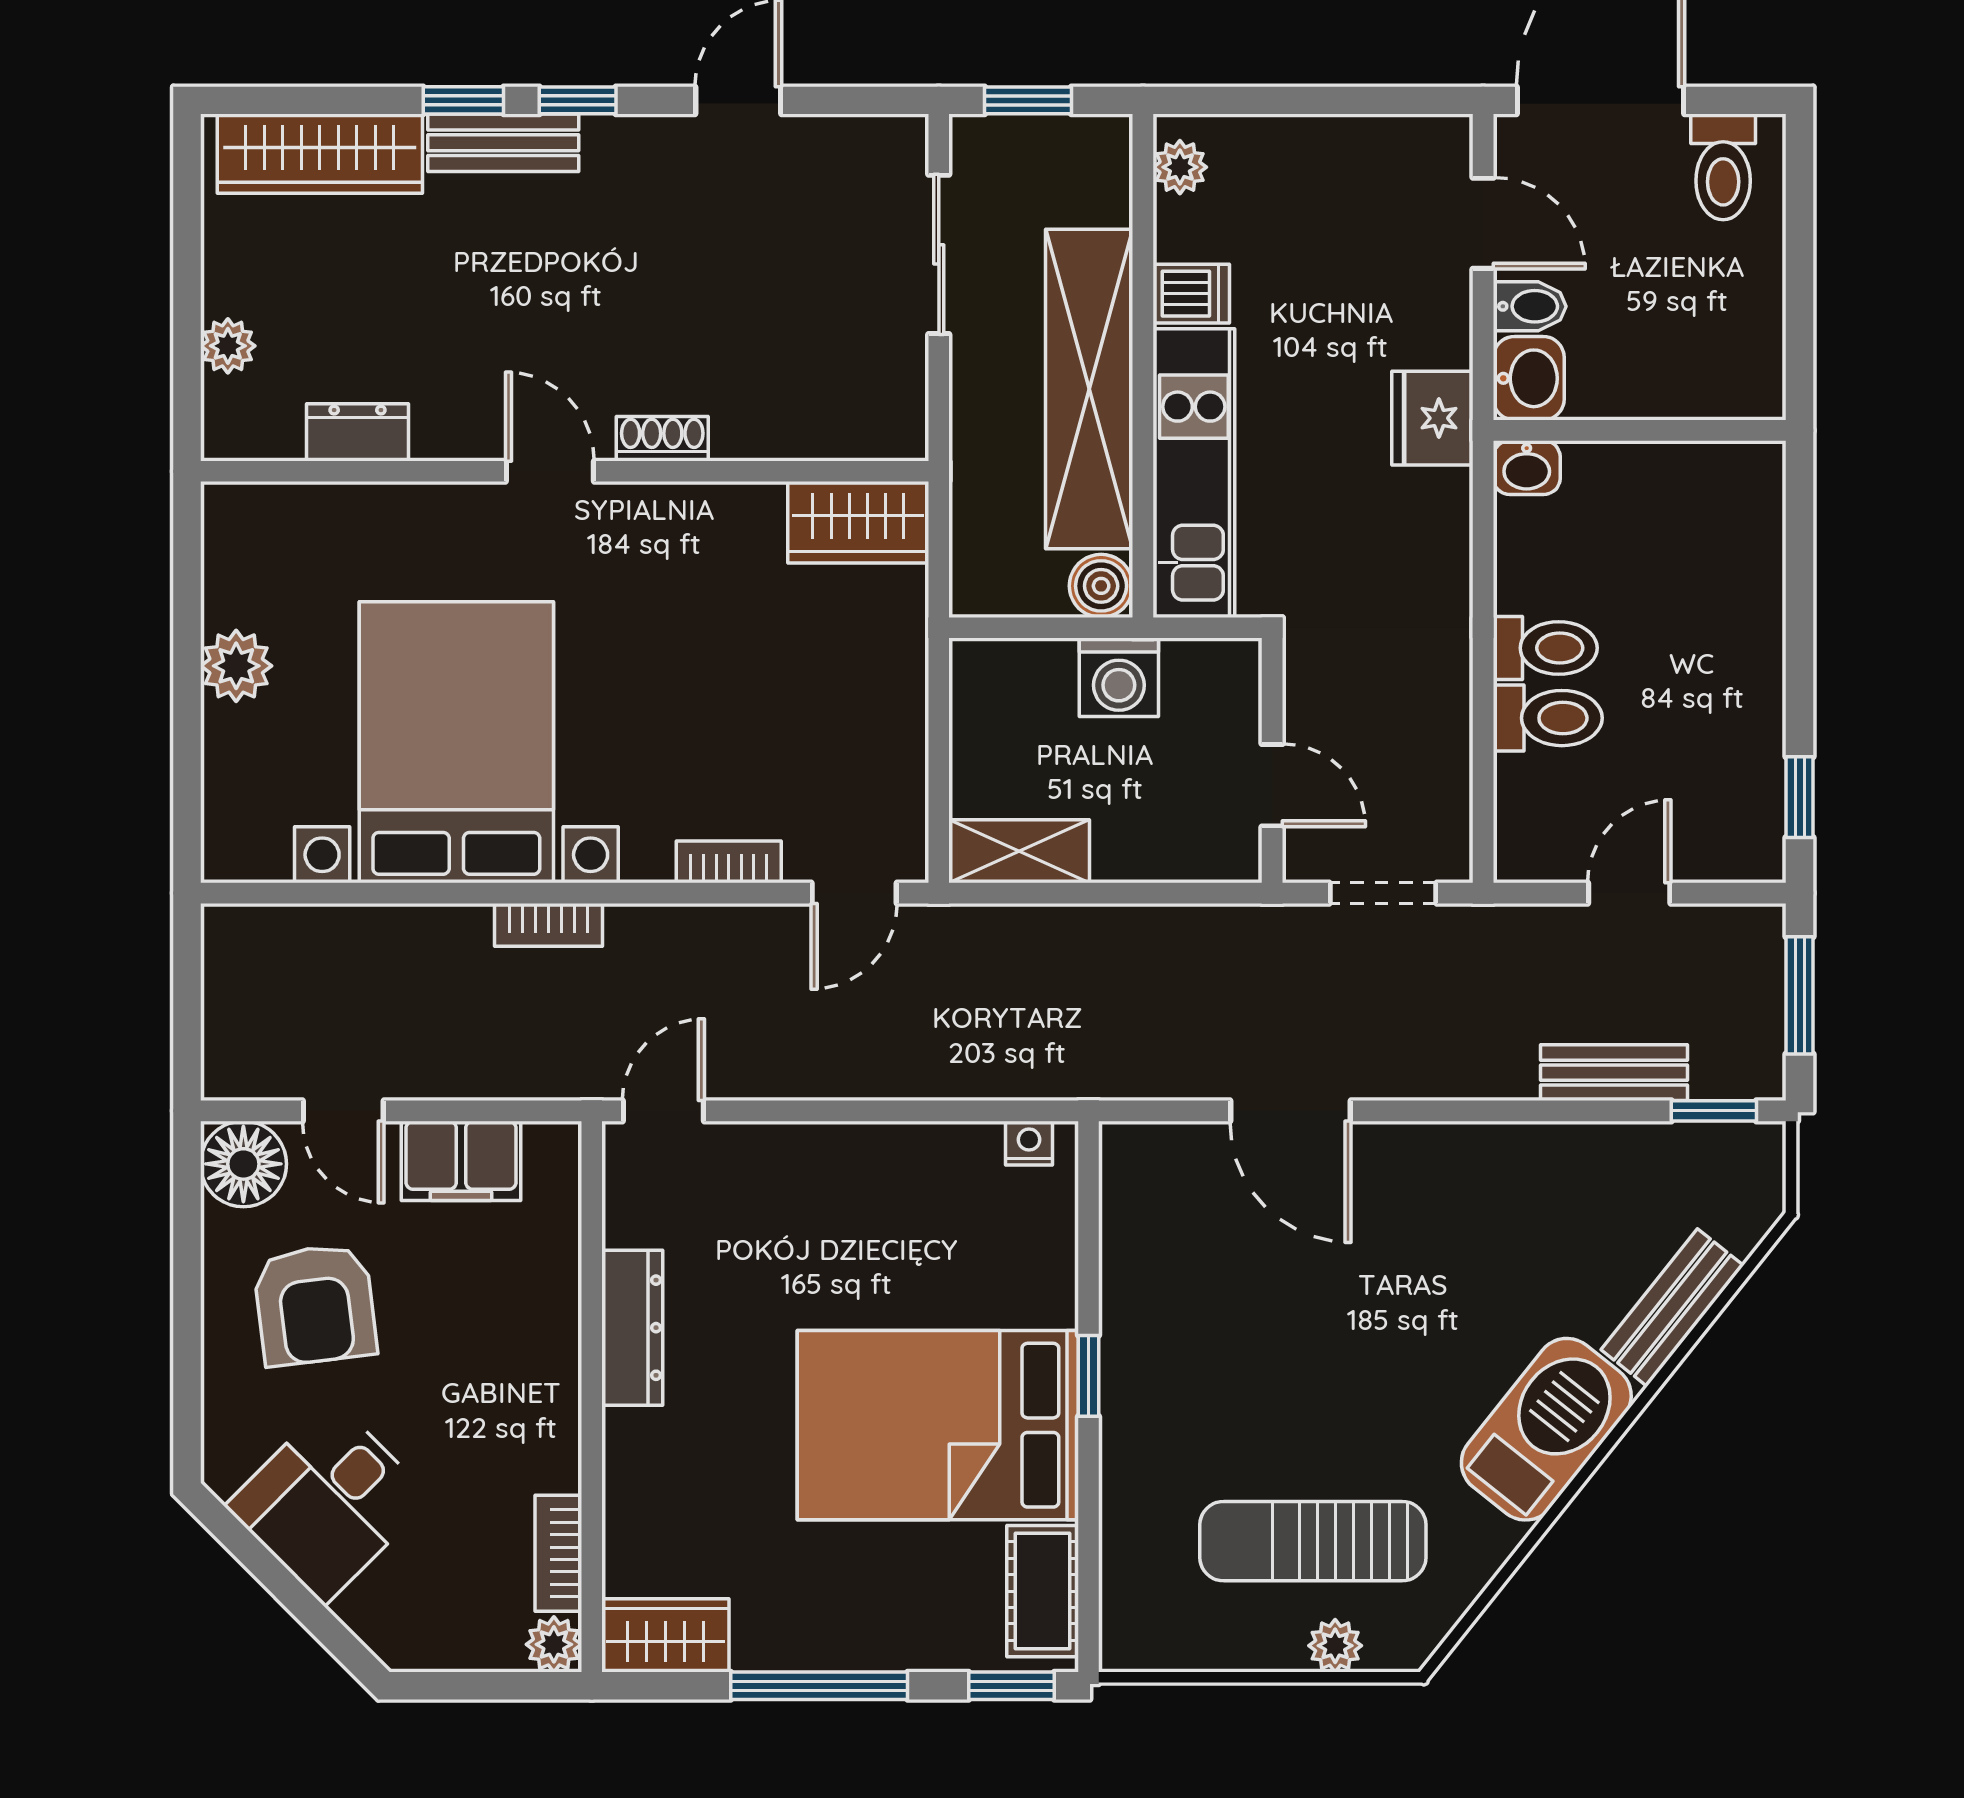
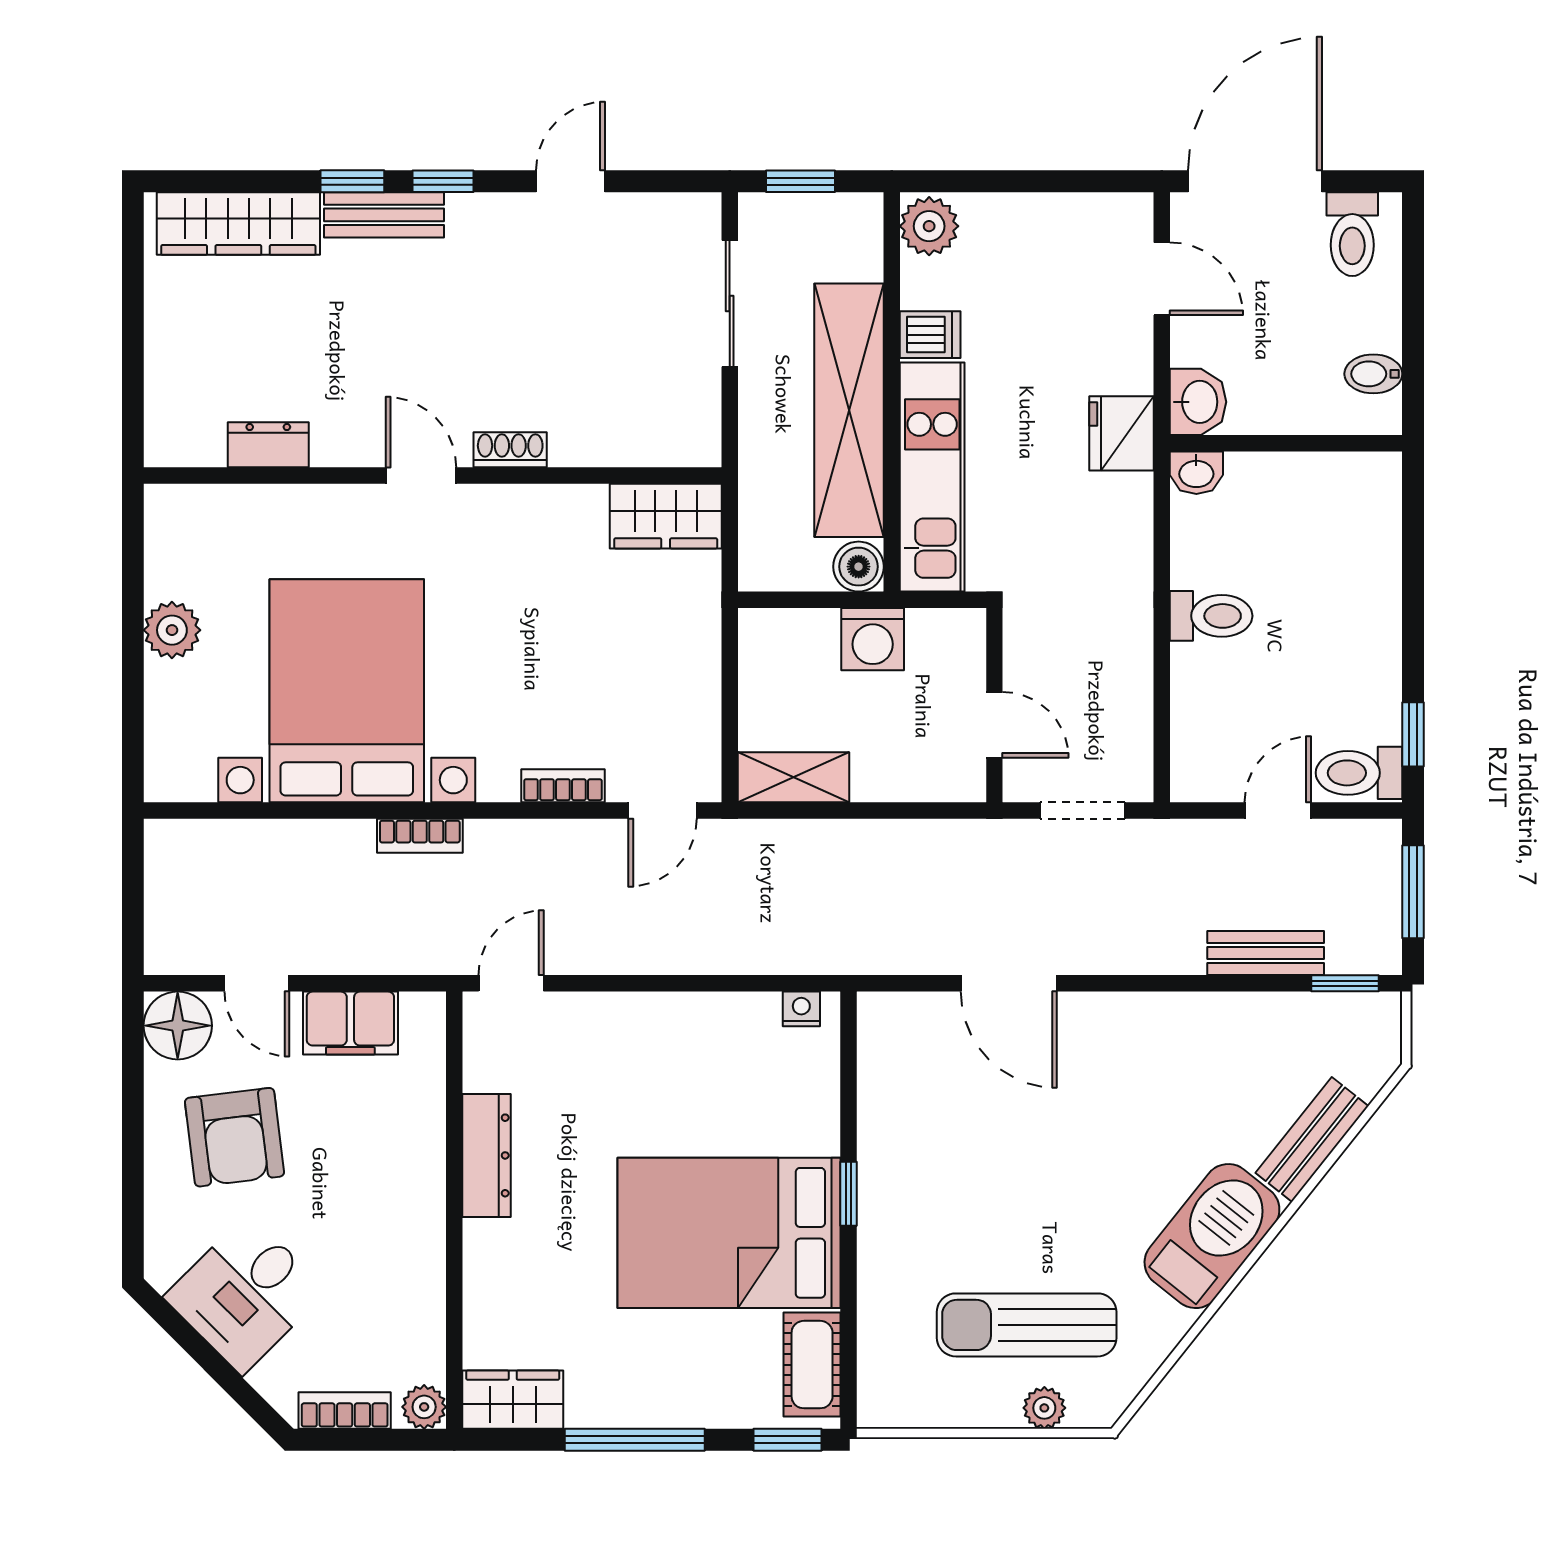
plant: (1180, 167) -> (929, 226), width x1.38, depth x1.38
bidet: (1530, 306) -> (1373, 374), moved, turned 180
plant: (228, 346) -> (165, 376), removed
toilet: (1548, 718) -> (1359, 773), moved, turned 180
bookcase: (558, 1553) -> (345, 1411), moved, turned 90

